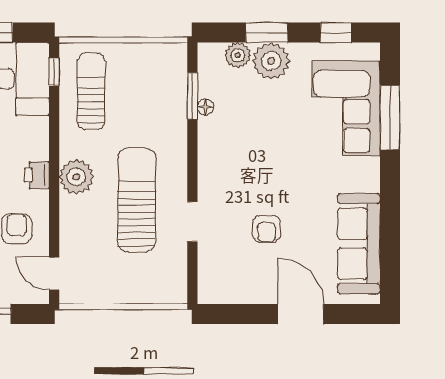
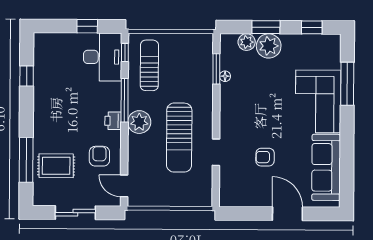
corner sofa: (346, 108) -> (318, 101), moved
window: (54, 144) -> (125, 100), added
sun lounger: (137, 200) -> (179, 138), turned 180
armchair: (267, 229) -> (265, 157), turned 90

